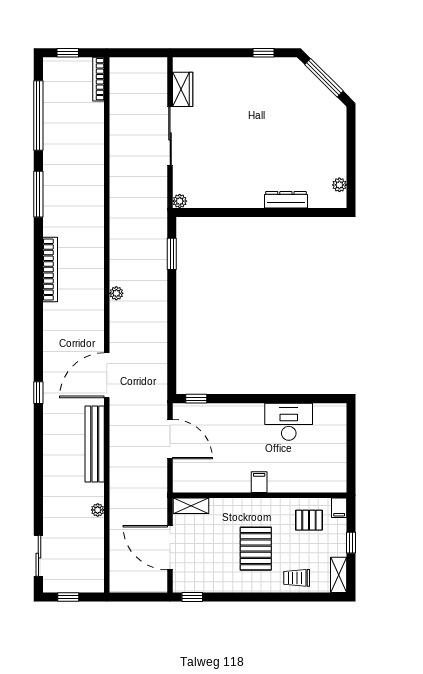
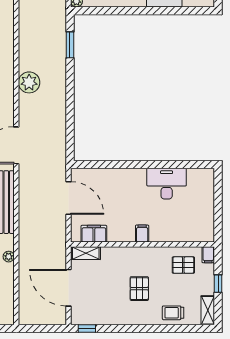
plant: (116, 293) -> (29, 82), width x1.87, depth x1.87
window: (196, 399) -> (90, 165), removed
filing cabinet: (201, 482) -> (94, 234), added
pallet: (256, 549) -> (139, 289), width x0.67, depth x0.71

